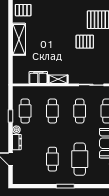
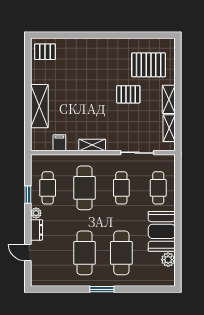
shelving: (19, 39) -> (39, 106), moved
filing cabinet: (38, 78) -> (59, 143), width x0.50
cafe table: (52, 111) -> (85, 188), width x1.37, depth x1.35
cafe table: (52, 159) -> (85, 253), width x1.37, depth x1.35

